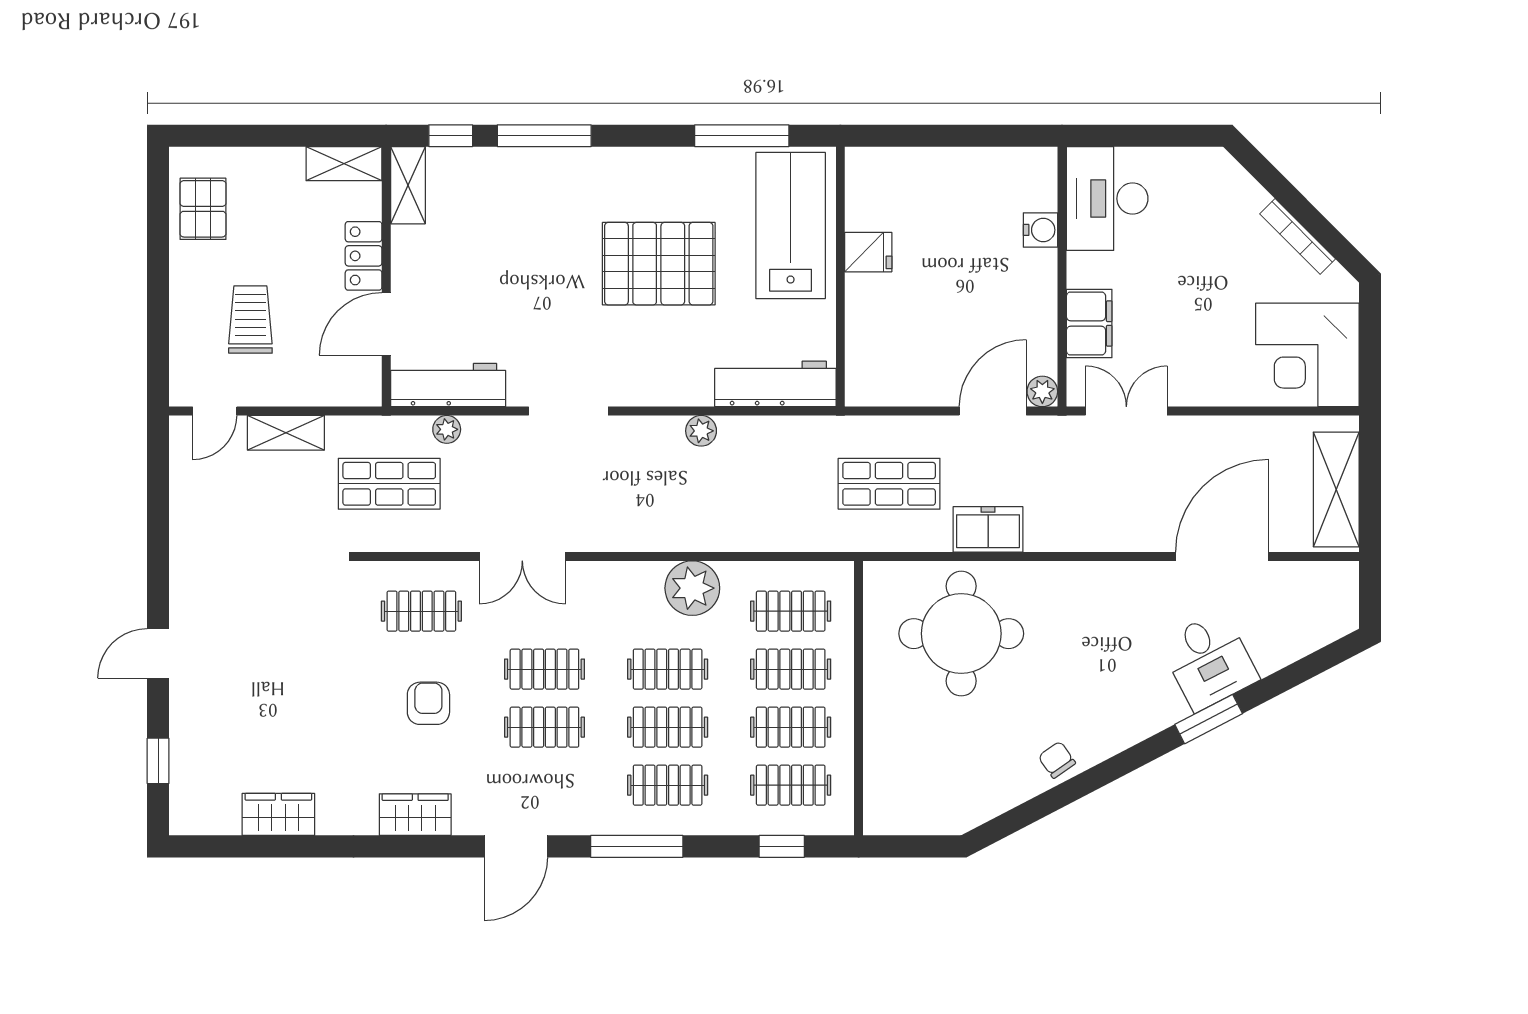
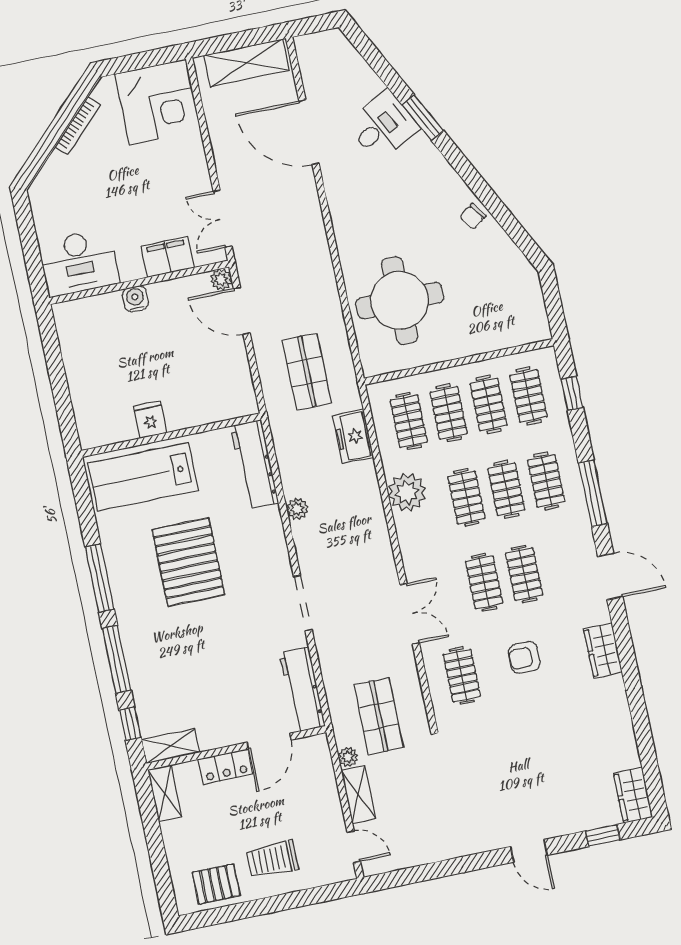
window: (742, 136) -> (100, 578), moved
water cooler: (1040, 230) -> (135, 299), moved
trolley: (250, 320) -> (272, 859), moved
door: (386, 324) -> (269, 741), hinge flipped
plant: (447, 429) -> (348, 757), moved
freezer: (988, 529) -> (353, 436), moved
wardrobe: (278, 814) -> (633, 795), moved

